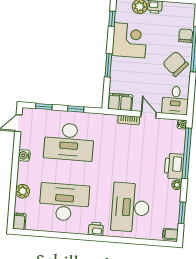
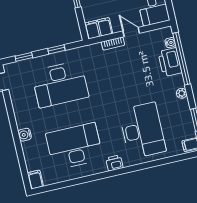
water cooler: (182, 124) -> (170, 43), moved
water cooler: (24, 155) -> (25, 135), moved
printer: (174, 166) -> (170, 62), moved
plant: (23, 191) -> (29, 148), removed
desk: (130, 207) -> (142, 131), turned 180

